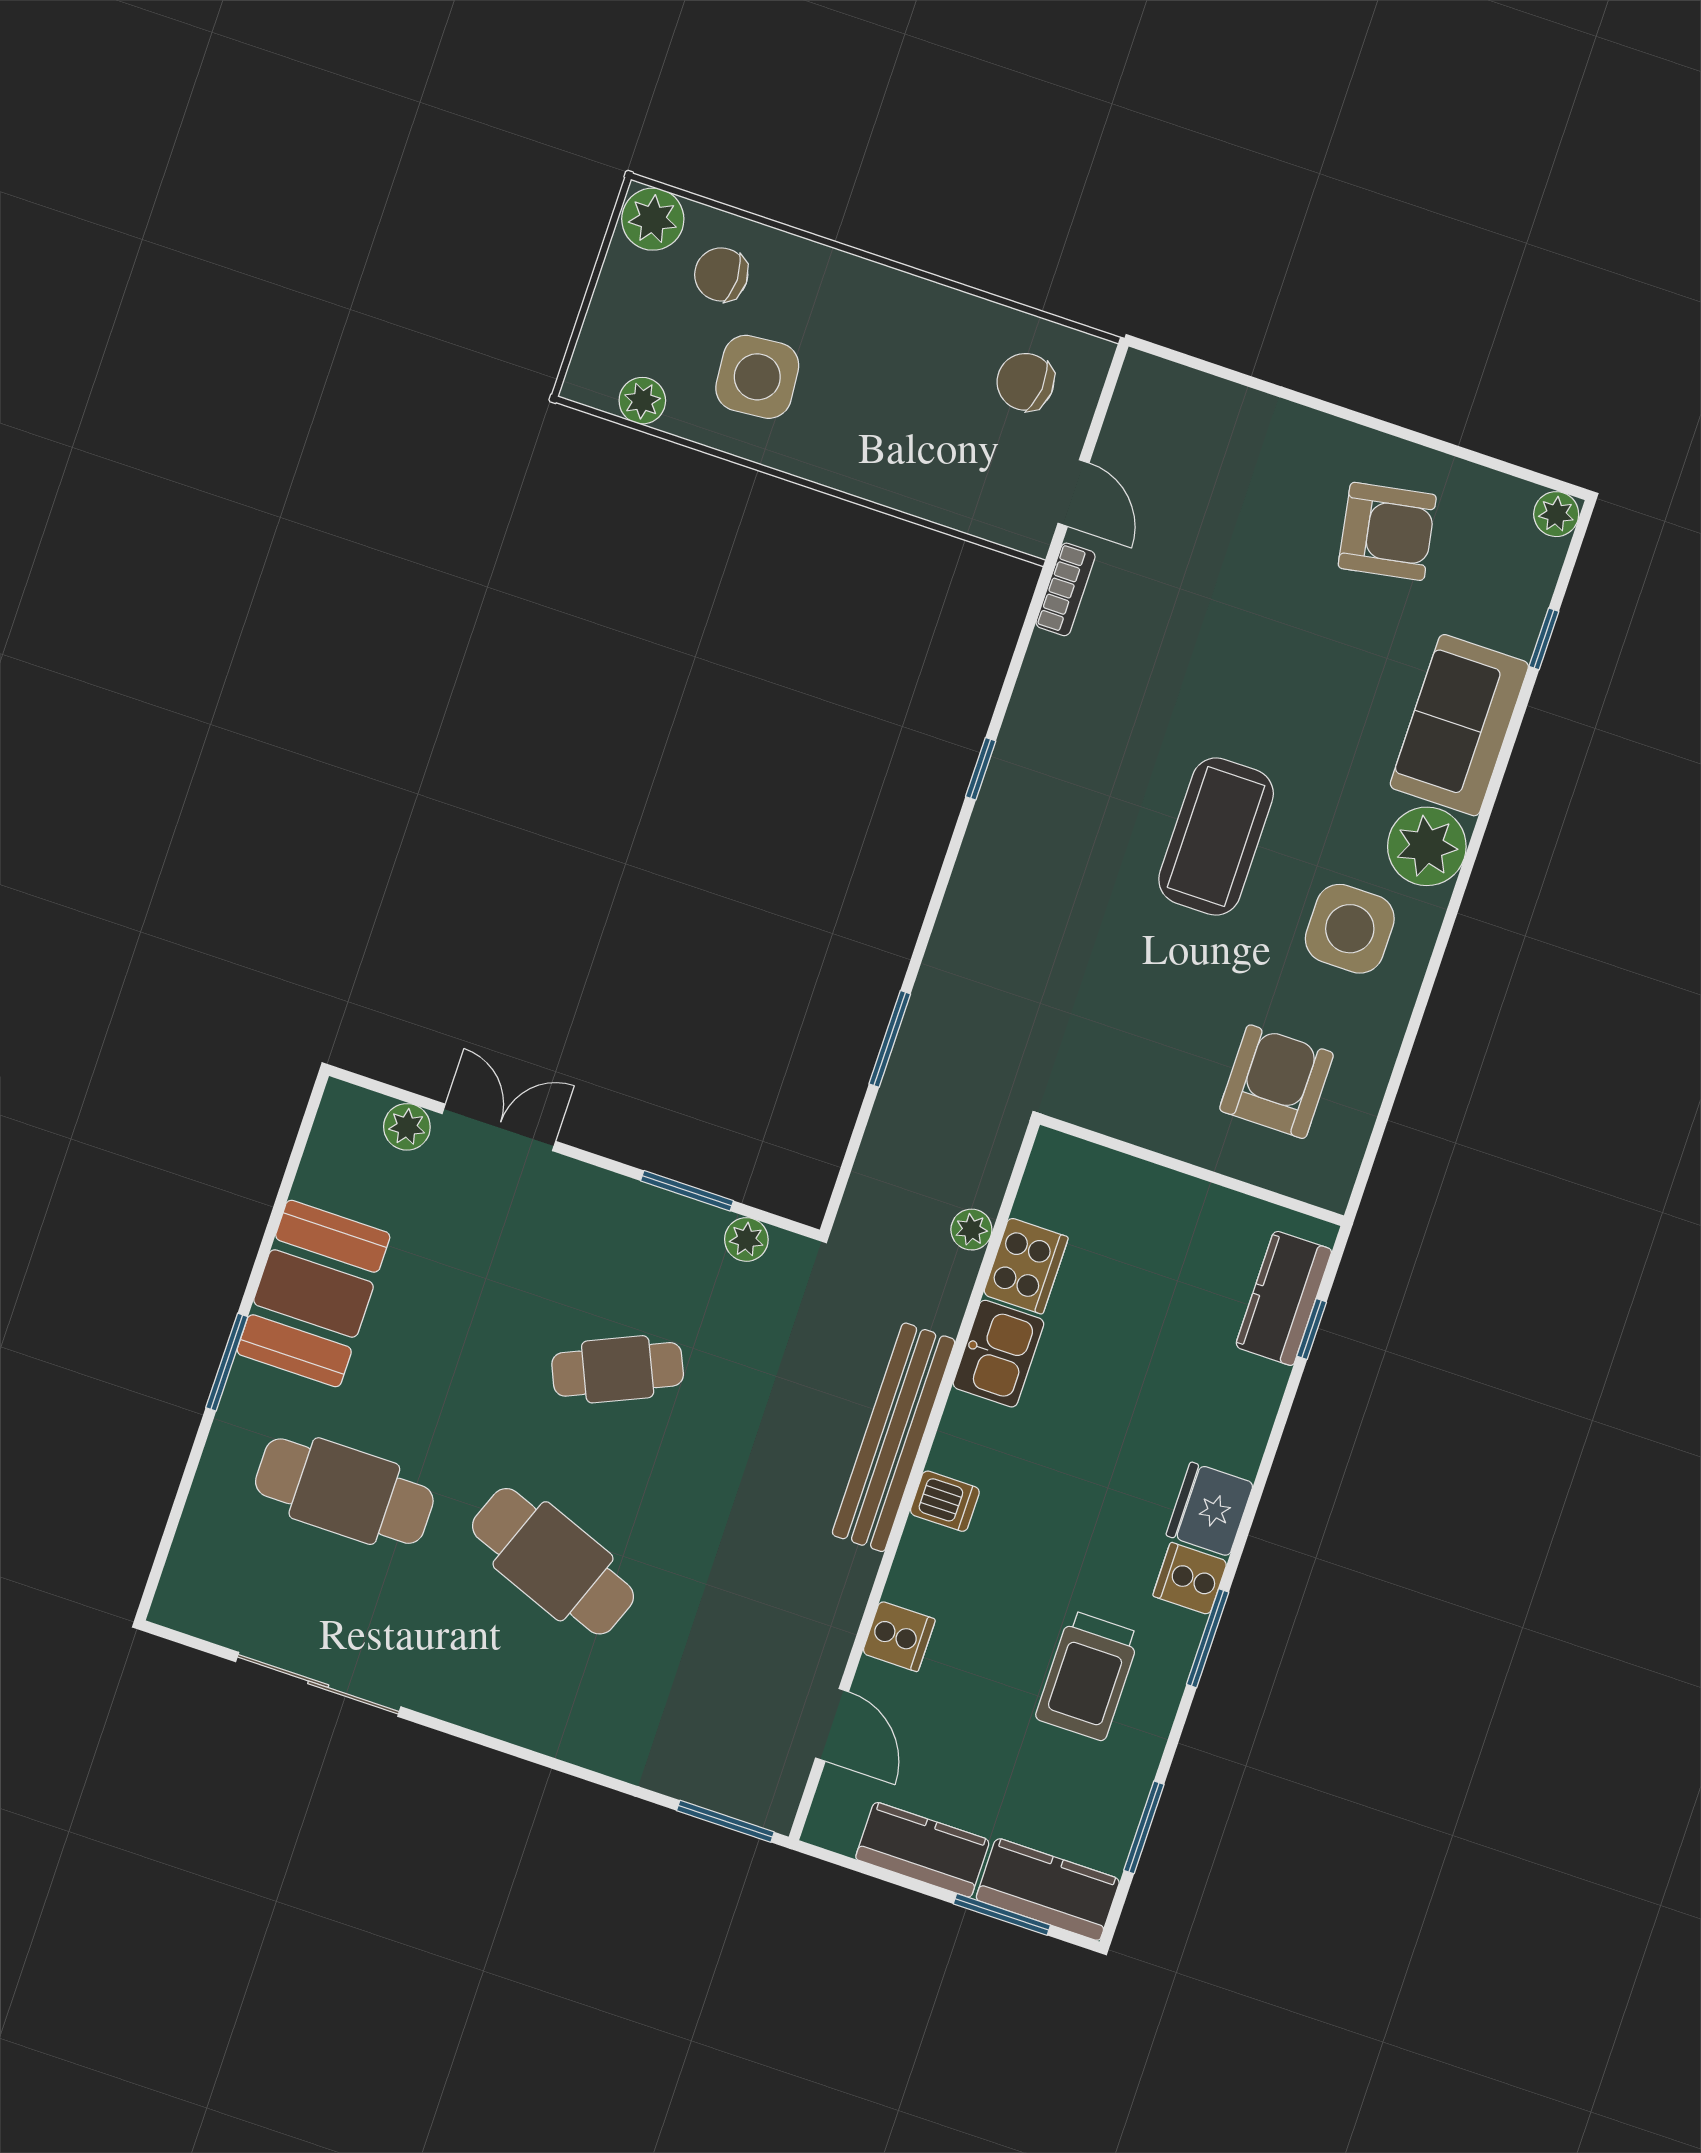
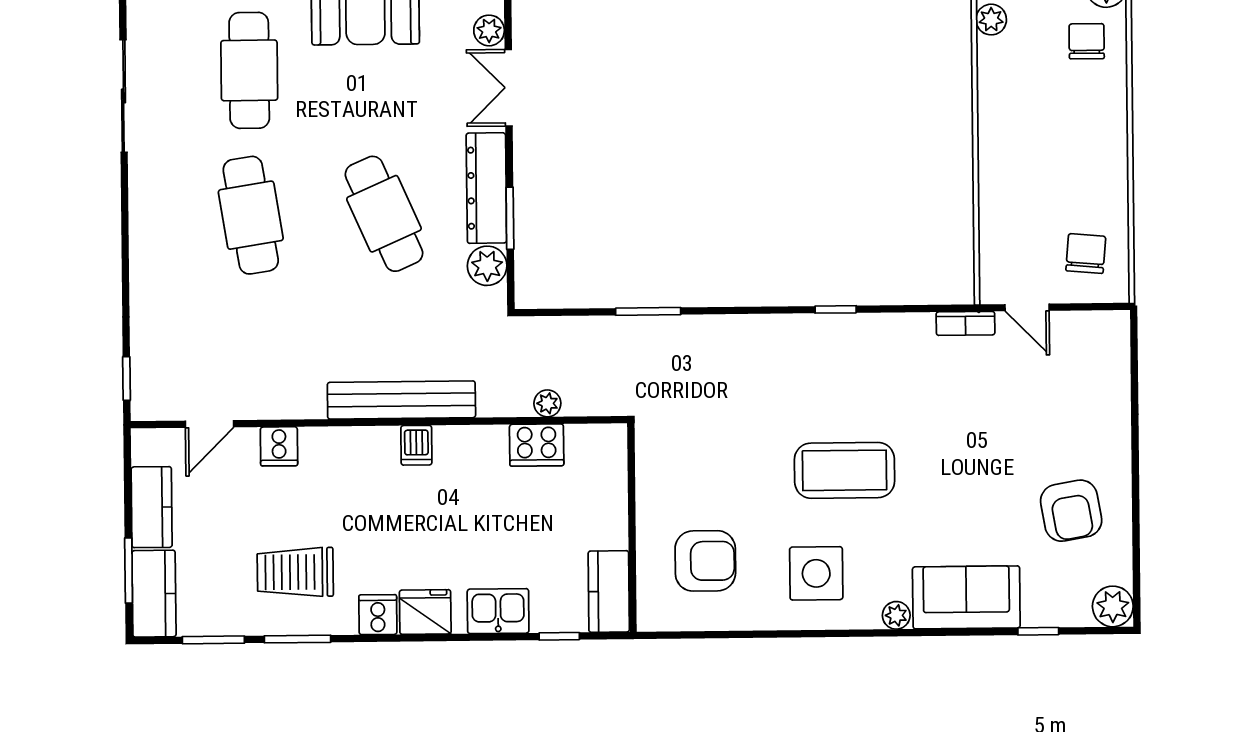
side table: (757, 377) -> (1031, 86), removed
door: (1073, 493) -> (1027, 307), hinge flipped
plant: (1556, 514) -> (1113, 606), width x1.38, depth x1.38
plant: (1427, 846) -> (896, 615), width x0.53, depth x0.53
double door: (499, 1127) -> (509, 88), swing flipped
dresser: (632, 1209) -> (486, 188), added
plant: (746, 1239) -> (487, 266), width x1.38, depth x1.38
kitchen counter: (1284, 1298) -> (609, 592), moved, turned -90
kitchen sink: (998, 1354) -> (498, 611), moved, turned 180
cafe table: (618, 1369) -> (384, 214), width x1.37, depth x1.35
dishwasher: (945, 1501) -> (416, 445), moved
cafe table: (553, 1561) -> (251, 215), turned -30
window: (1208, 1638) -> (297, 639), moved
window: (725, 1821) -> (127, 379), width x0.67

